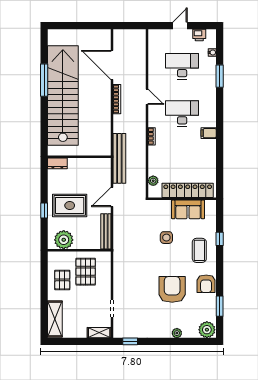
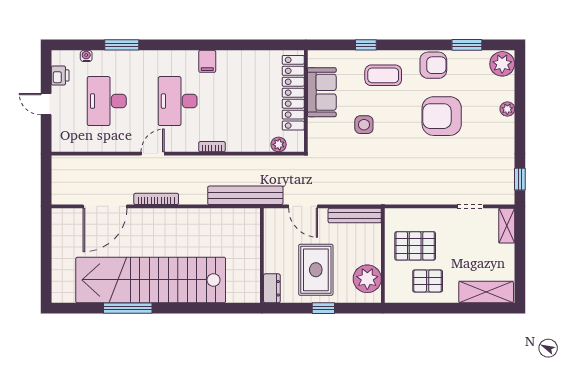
wall: (79, 157) -> (262, 255), moved
dresser: (57, 163) -> (272, 288), moved

